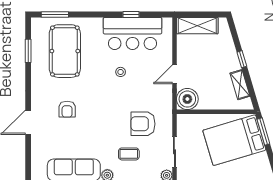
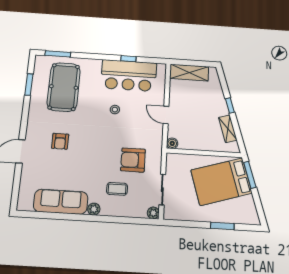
door: (174, 74) -> (166, 115), hinge flipped
boiler: (187, 99) -> (172, 143), width x0.54, depth x0.54

